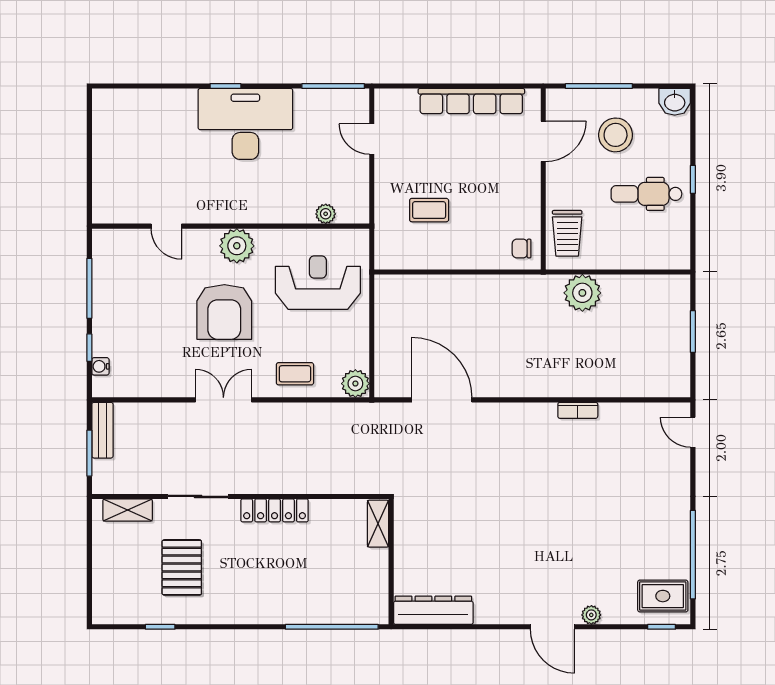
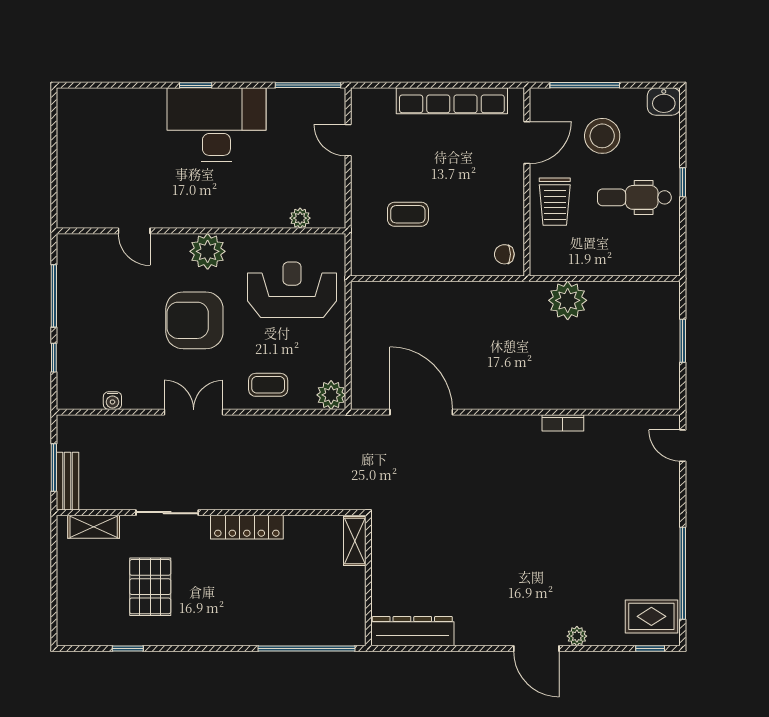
trolley: (567, 233) -> (555, 202), moved
armchair: (224, 312) -> (194, 320), turned 90
water cooler: (100, 366) -> (112, 401), moved, turned -90
bench: (102, 430) -> (67, 481), moved

